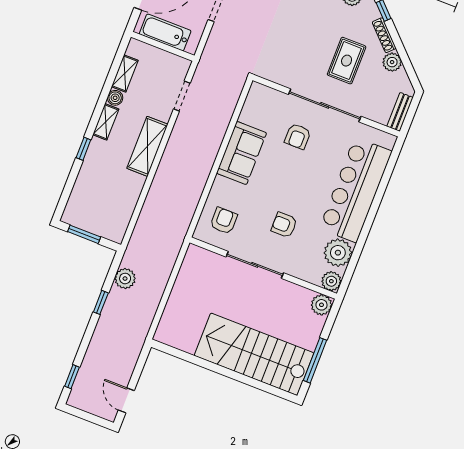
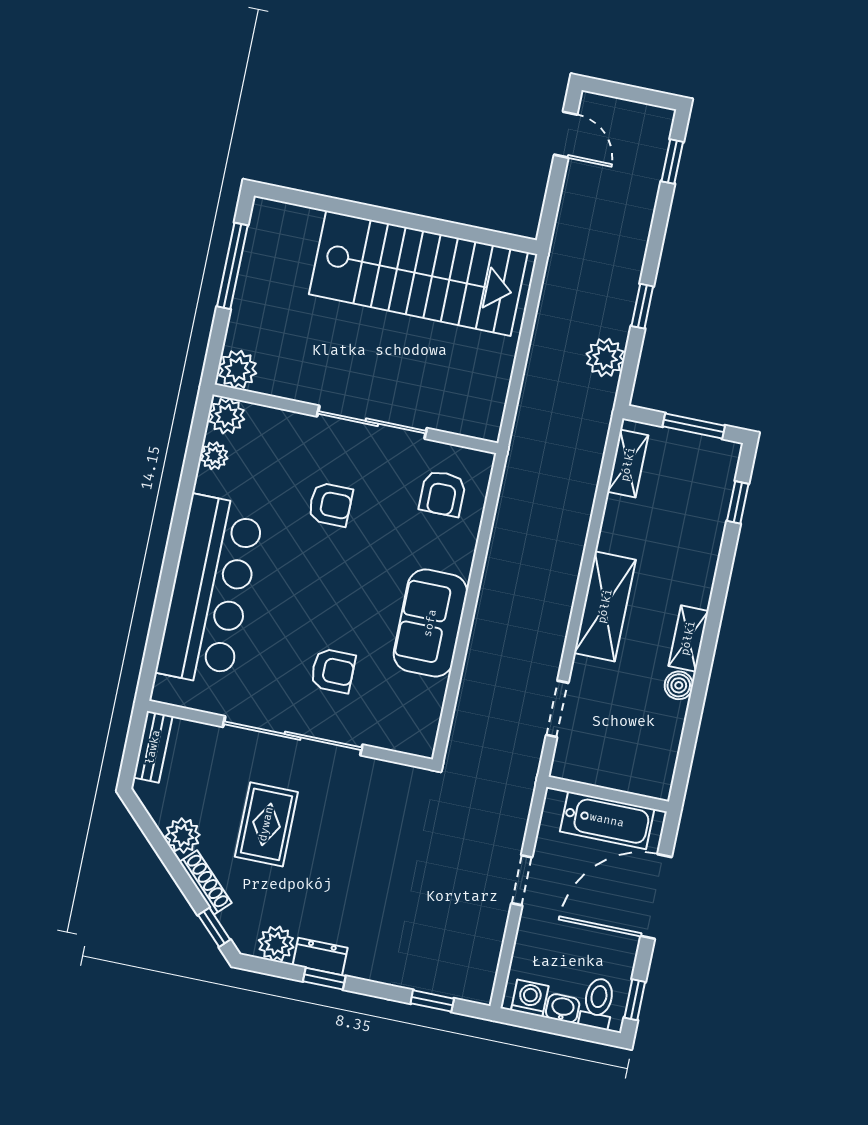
shelving: (125, 73) -> (628, 464), moved
armchair: (298, 136) -> (333, 671), turned 90
window: (83, 149) -> (738, 502), moved
plant: (338, 253) -> (214, 456), width x0.53, depth x0.53
stairs: (254, 354) -> (418, 273), moved

